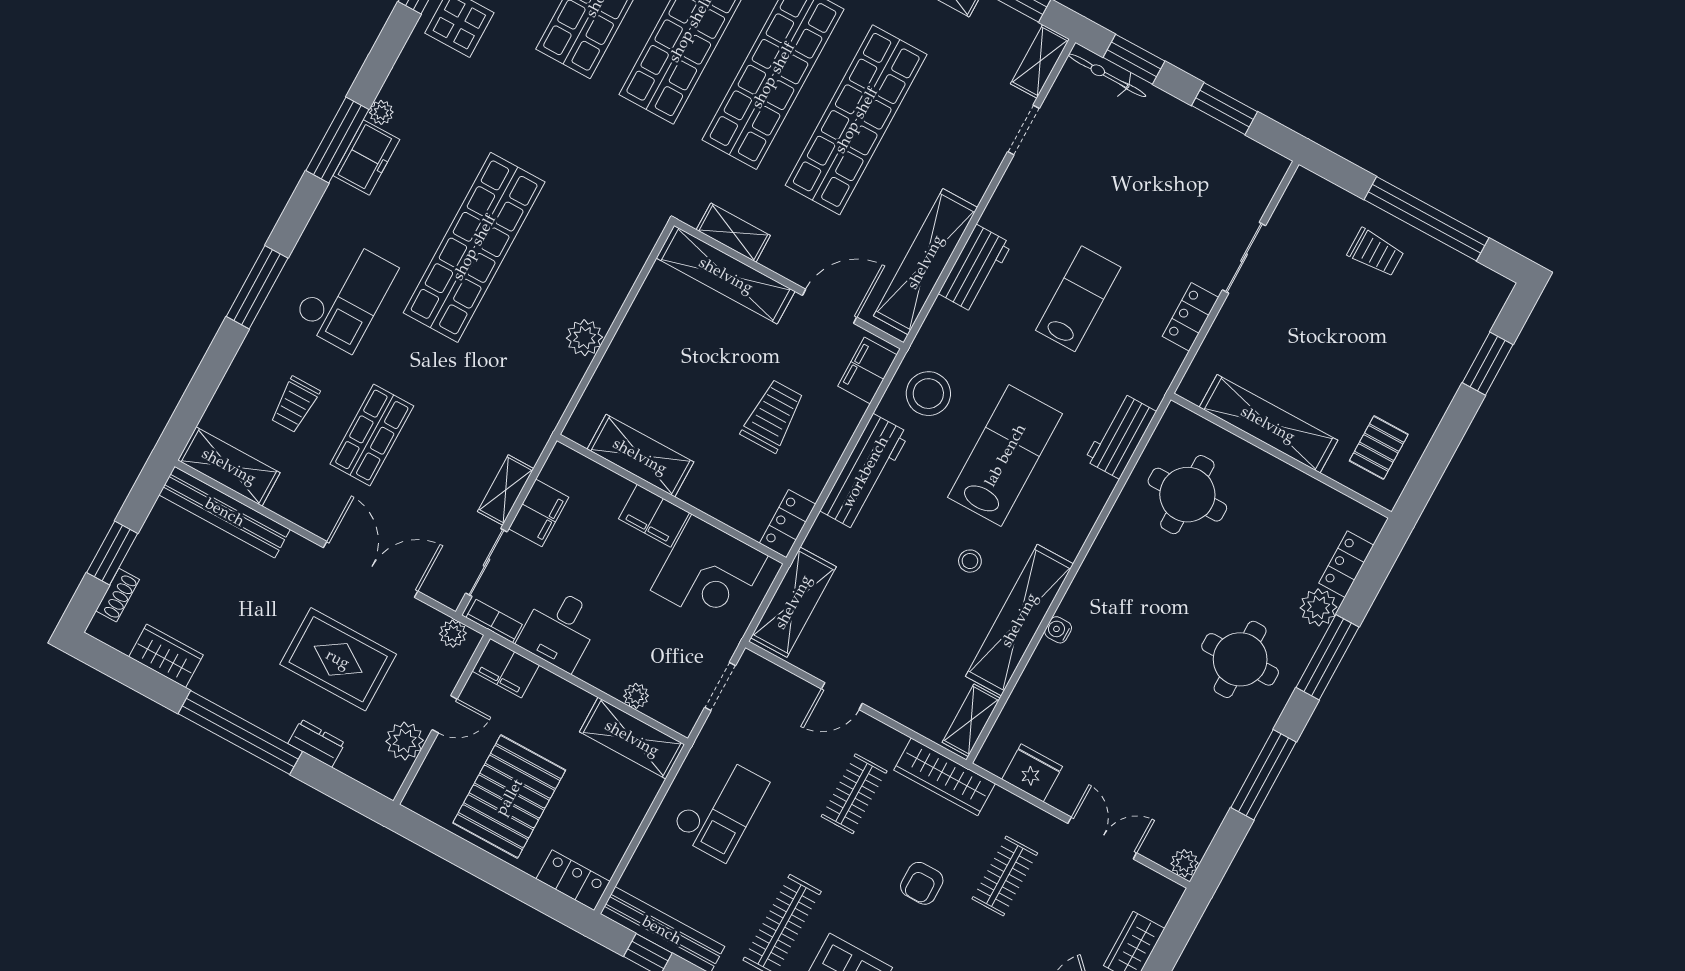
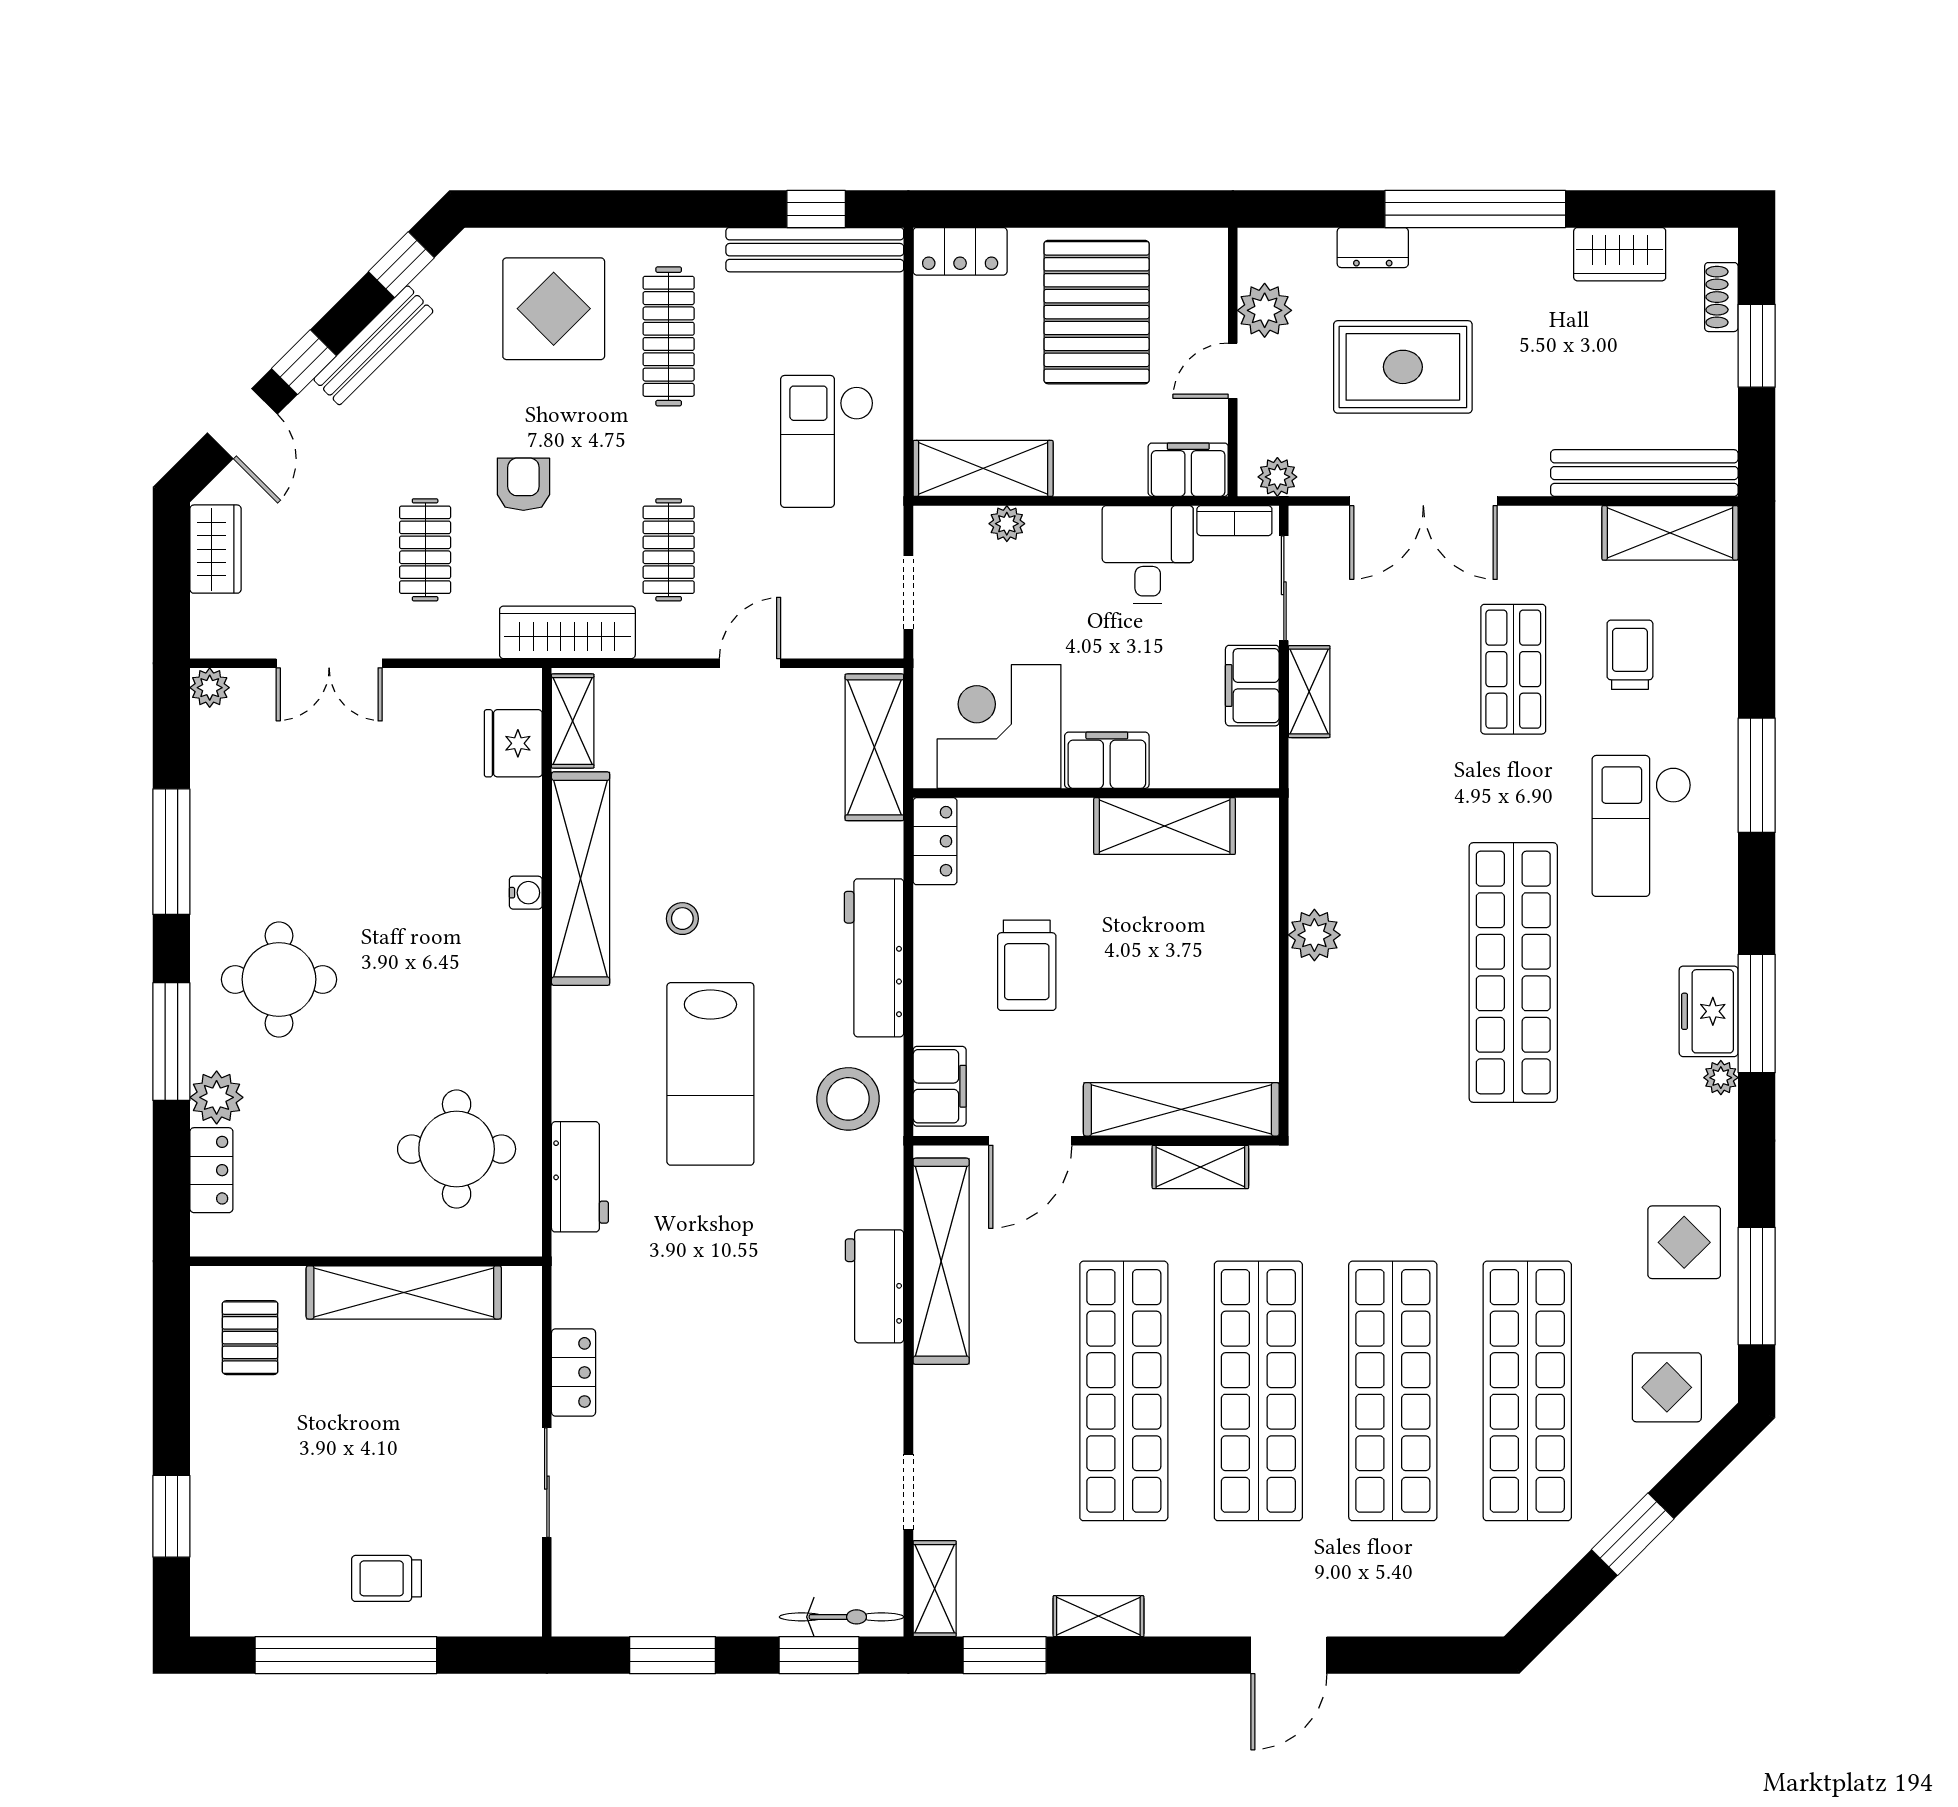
lab bench: (1078, 299) -> (726, 1319), removed
fridge: (1032, 773) -> (513, 743), moved, turned 90

